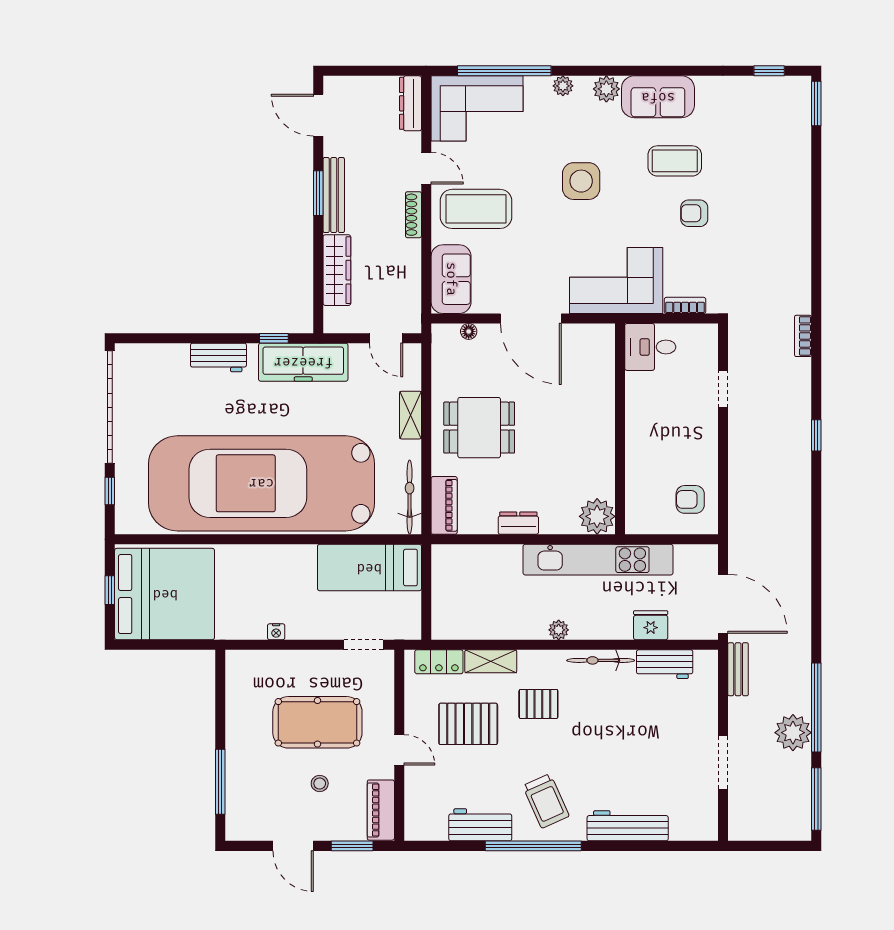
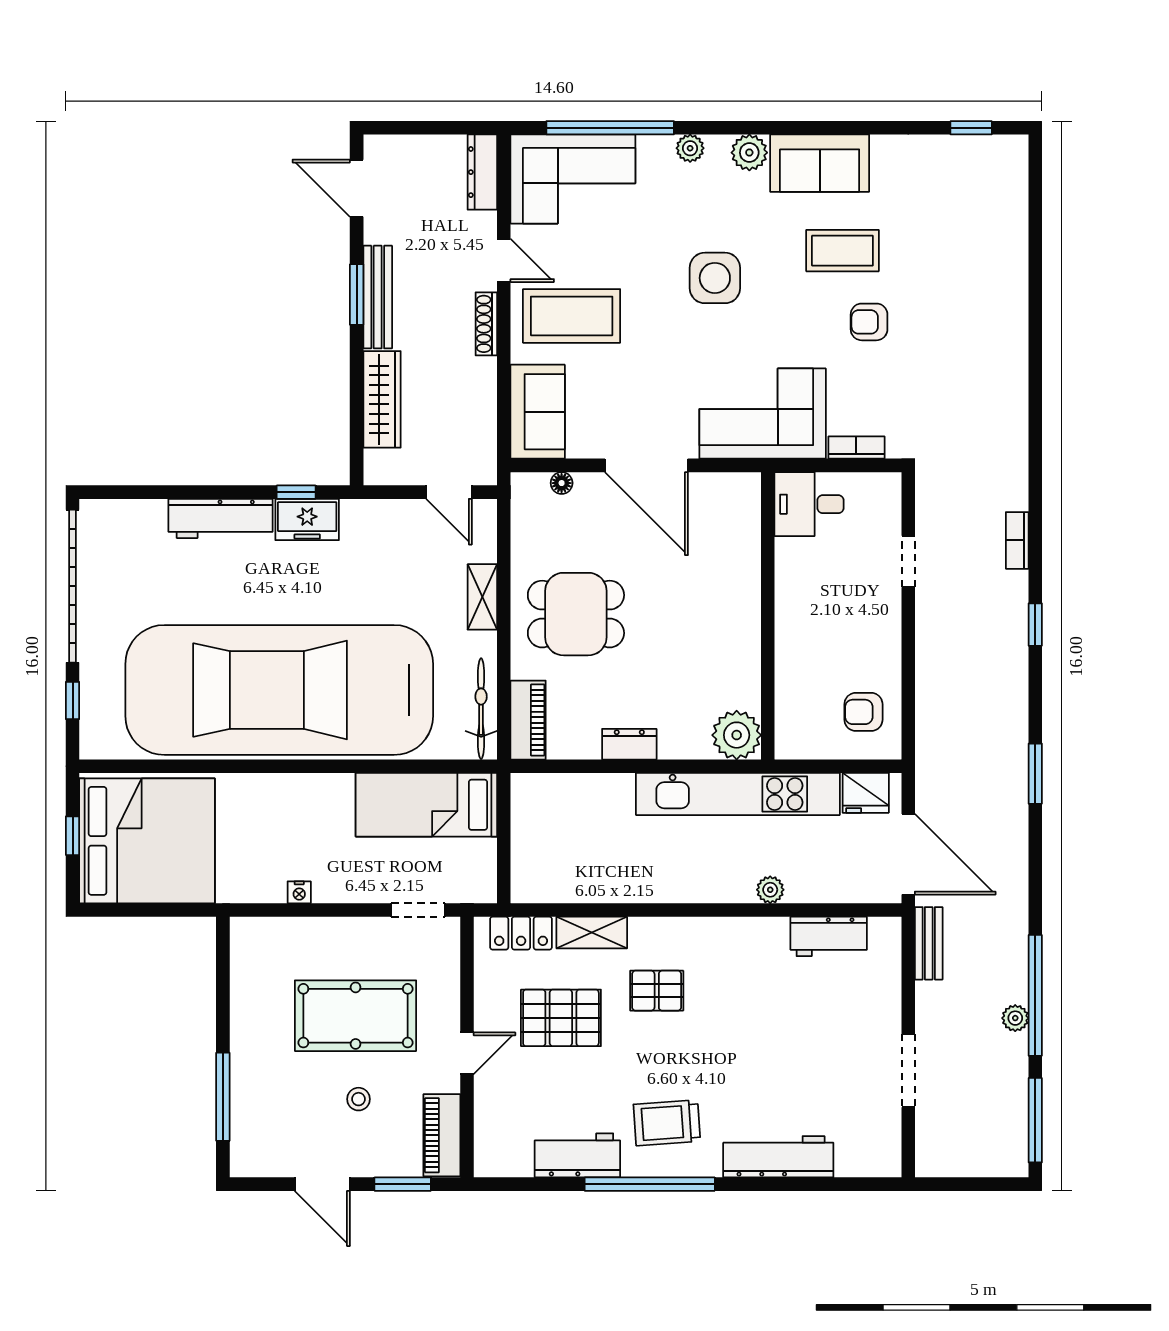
window: (816, 104) -> (1035, 774), moved
bookcase: (803, 336) -> (1017, 540), moved
workbench: (218, 357) -> (221, 518), width x1.37
freezer: (303, 362) -> (307, 519), width x0.52, depth x0.79
fridge: (651, 625) -> (866, 793), moved, turned 180
plant: (559, 630) -> (770, 890), moved
bicycle: (601, 660) -> (741, 931), removed
plant: (793, 733) -> (1015, 1018), width x0.53, depth x0.53
door: (399, 750) -> (467, 1053), hinge flipped
trolley: (546, 801) -> (667, 1123), turned 110

